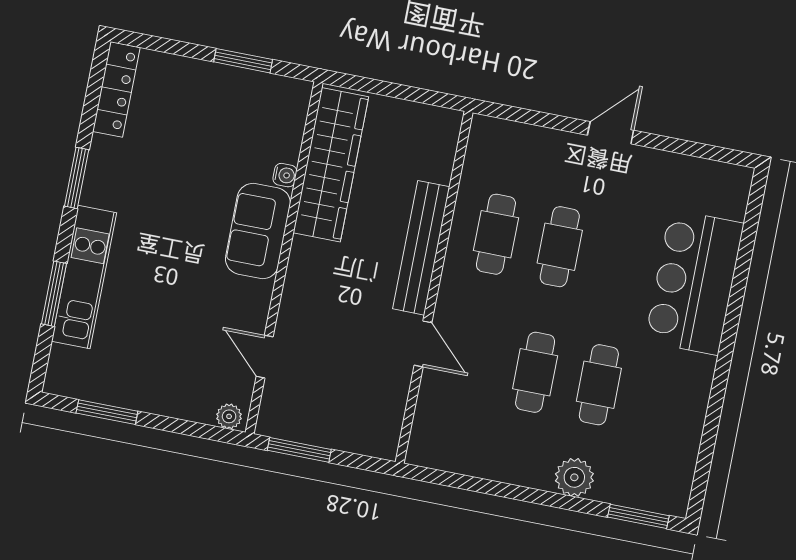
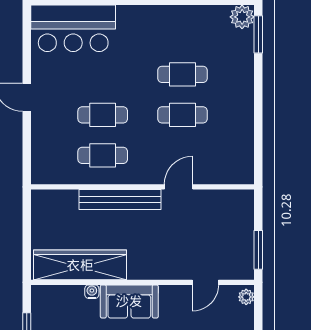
bar counter: (694, 282) -> (73, 28), moved
plant: (574, 477) -> (242, 17), moved

